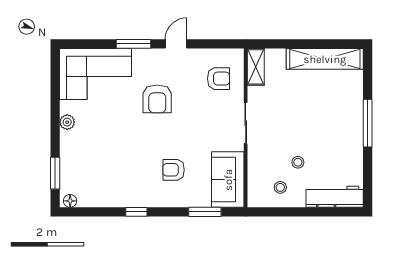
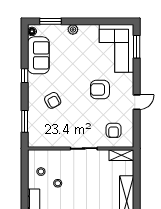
window: (134, 44) -> (137, 47), moved
door: (176, 44) -> (137, 102), hinge flipped
plant: (67, 122) -> (73, 30), moved
armchair: (174, 170) -> (53, 100), turned 151
sofa: (228, 180) -> (38, 55), moved, turned 90

